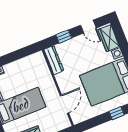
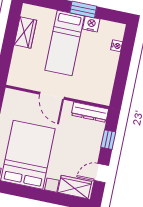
door: (64, 104) -> (52, 96), moved

